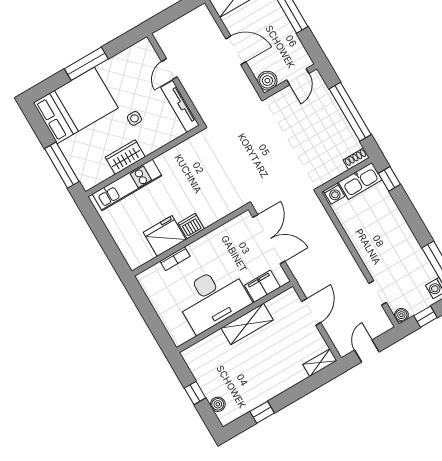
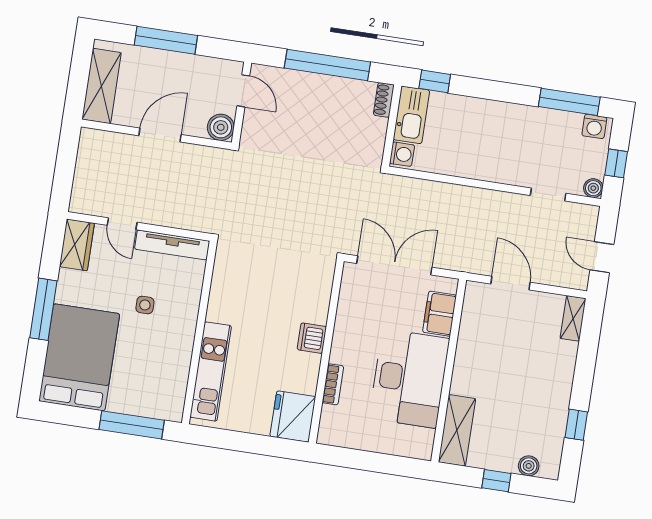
wardrobe: (125, 157) -> (77, 245), moved, turned 180
fridge: (165, 236) -> (293, 417), moved
shelving: (247, 324) -> (457, 430), moved

